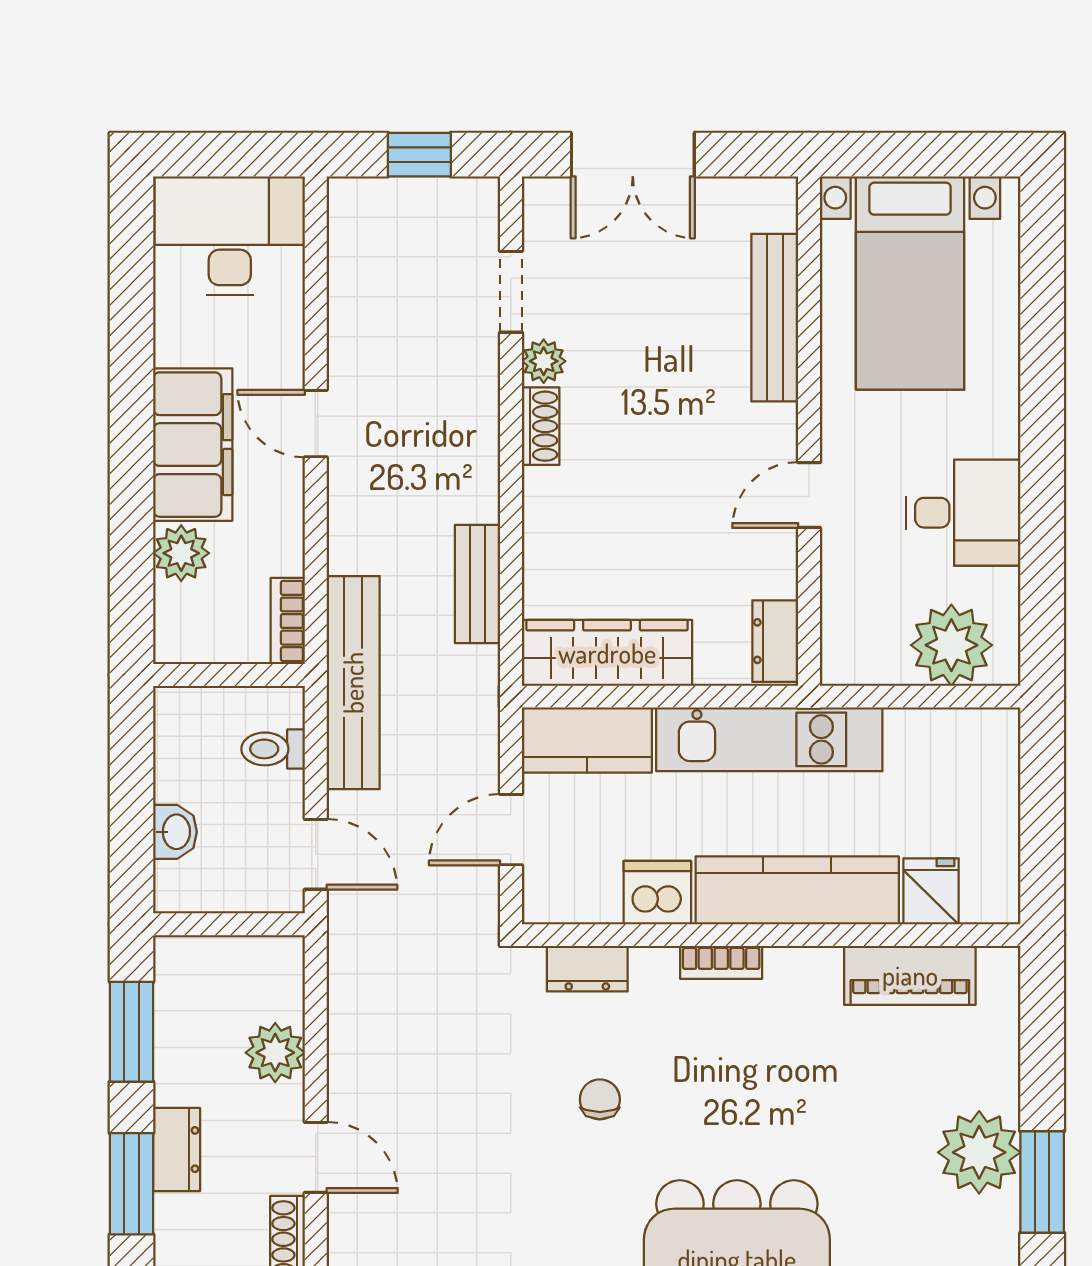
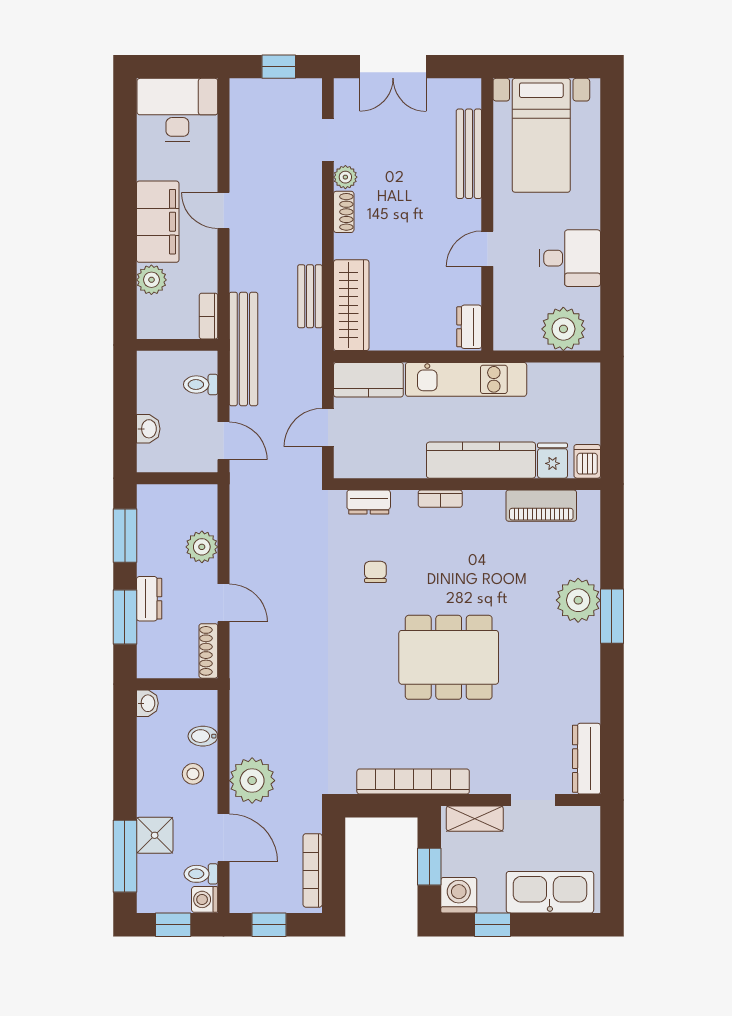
wardrobe: (607, 653) -> (351, 305), moved, turned 90
dishwasher: (657, 893) -> (587, 461), moved, width x0.73

